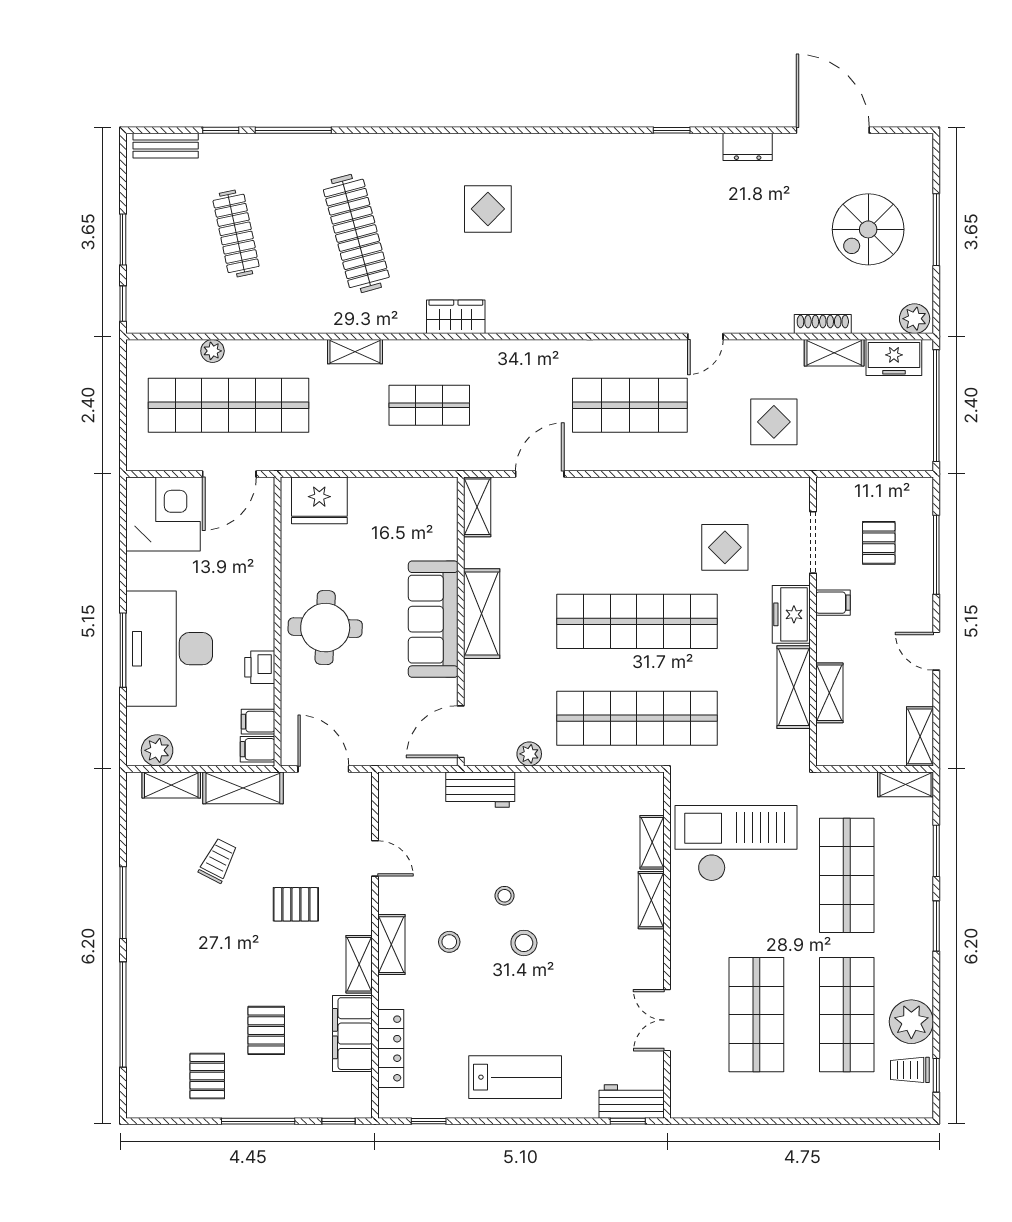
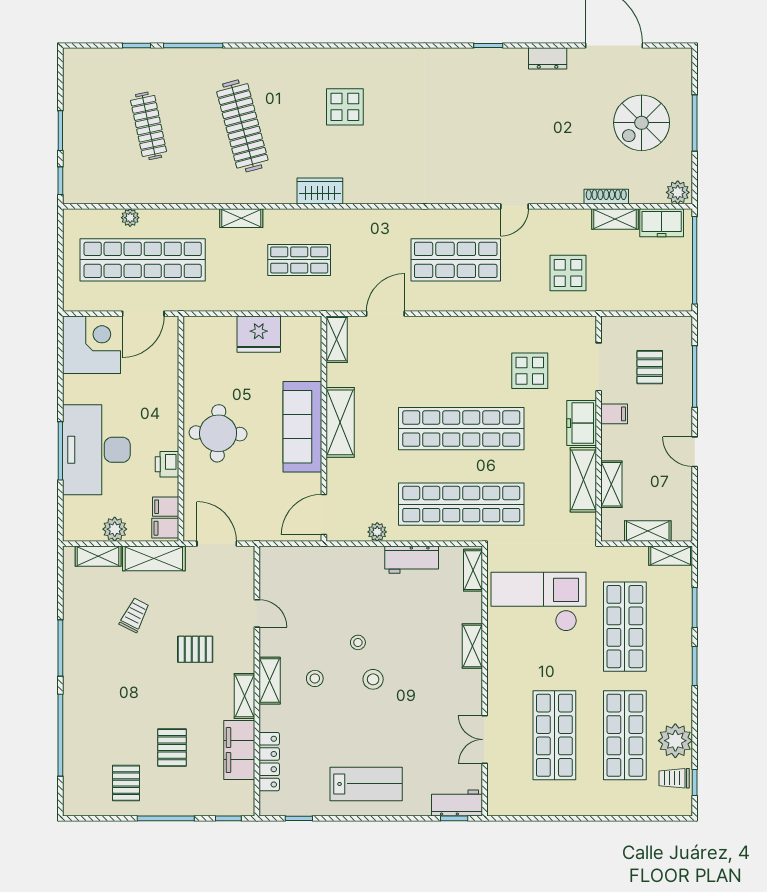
bench: (166, 146) -> (94, 57), removed
fridge: (319, 500) -> (259, 334), moved
shelving: (920, 736) -> (648, 531), moved, turned 90
plant: (157, 750) -> (115, 529), moved
workbench: (480, 790) -> (412, 560), moved
shelving: (652, 842) -> (473, 570), moved

